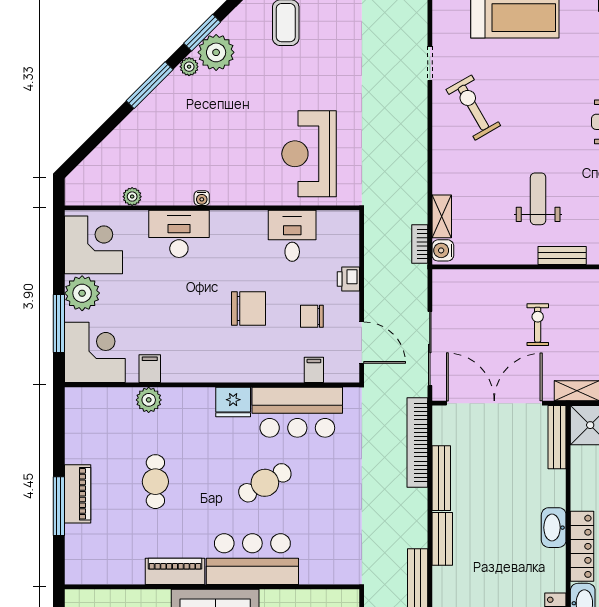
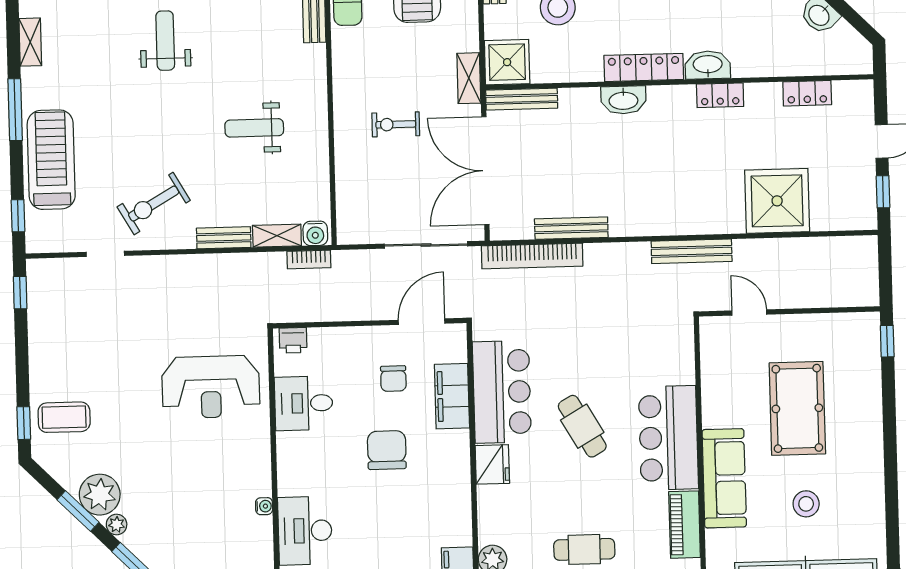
bench: (562, 256) -> (224, 238), moved, turned 90
printer: (348, 279) -> (293, 340), moved
filing cabinet: (314, 370) -> (452, 396), width x3.00, depth x1.17
bench: (442, 539) -> (640, 225), removed

